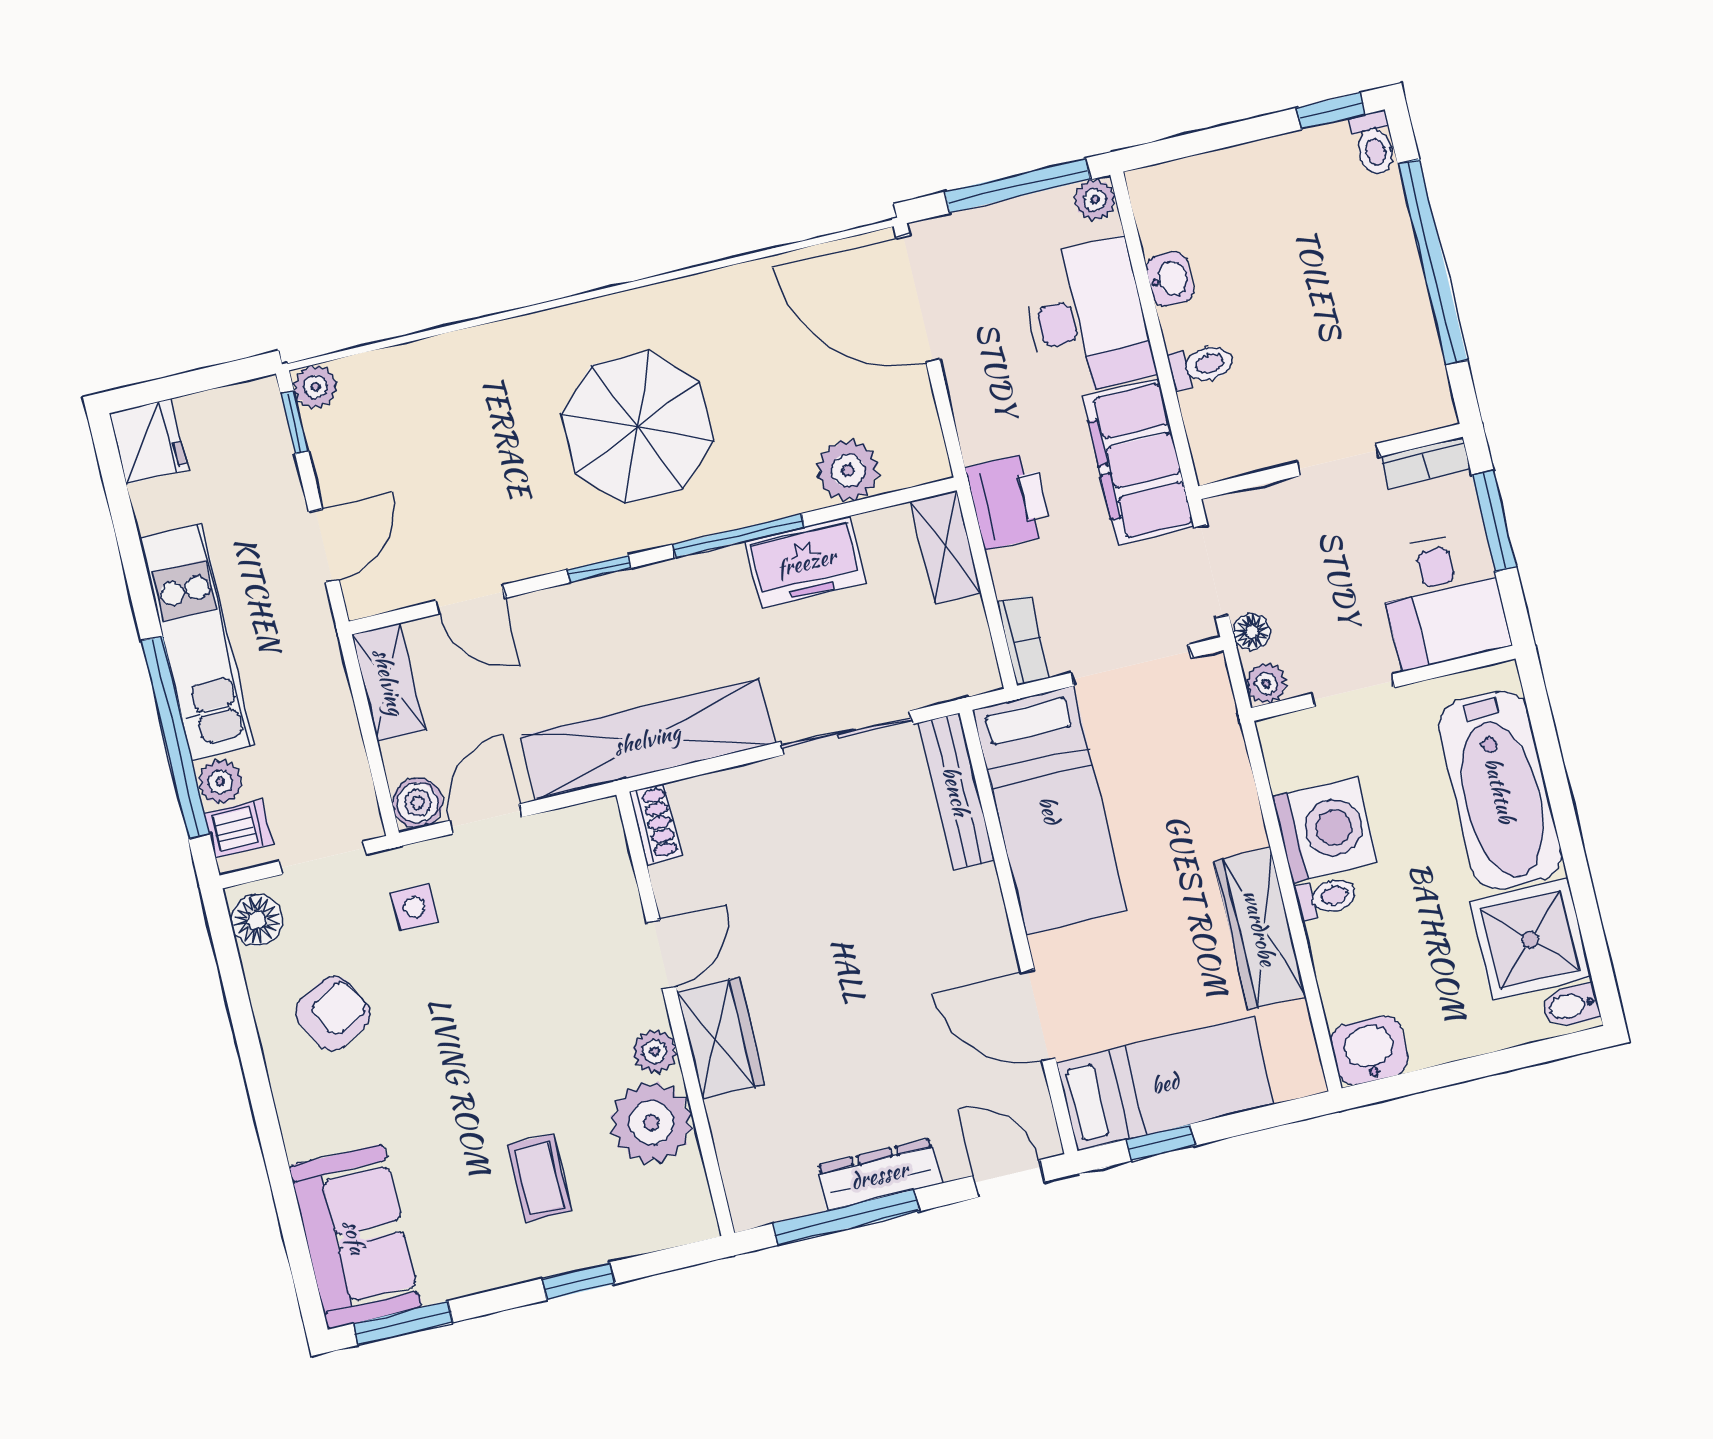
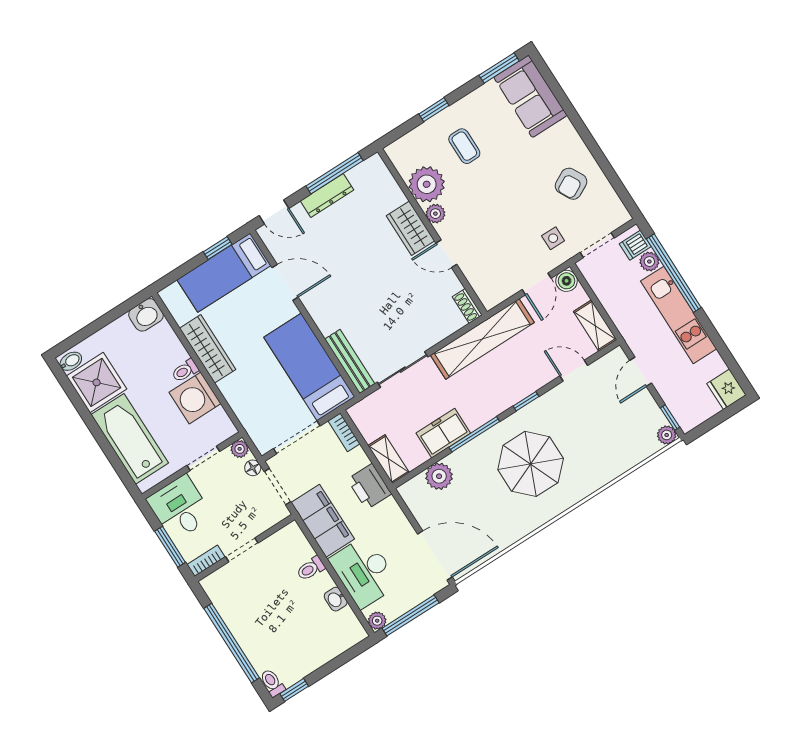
floor lamp: (257, 920) -> (615, 211), removed
door: (661, 954) -> (446, 254), hinge flipped

